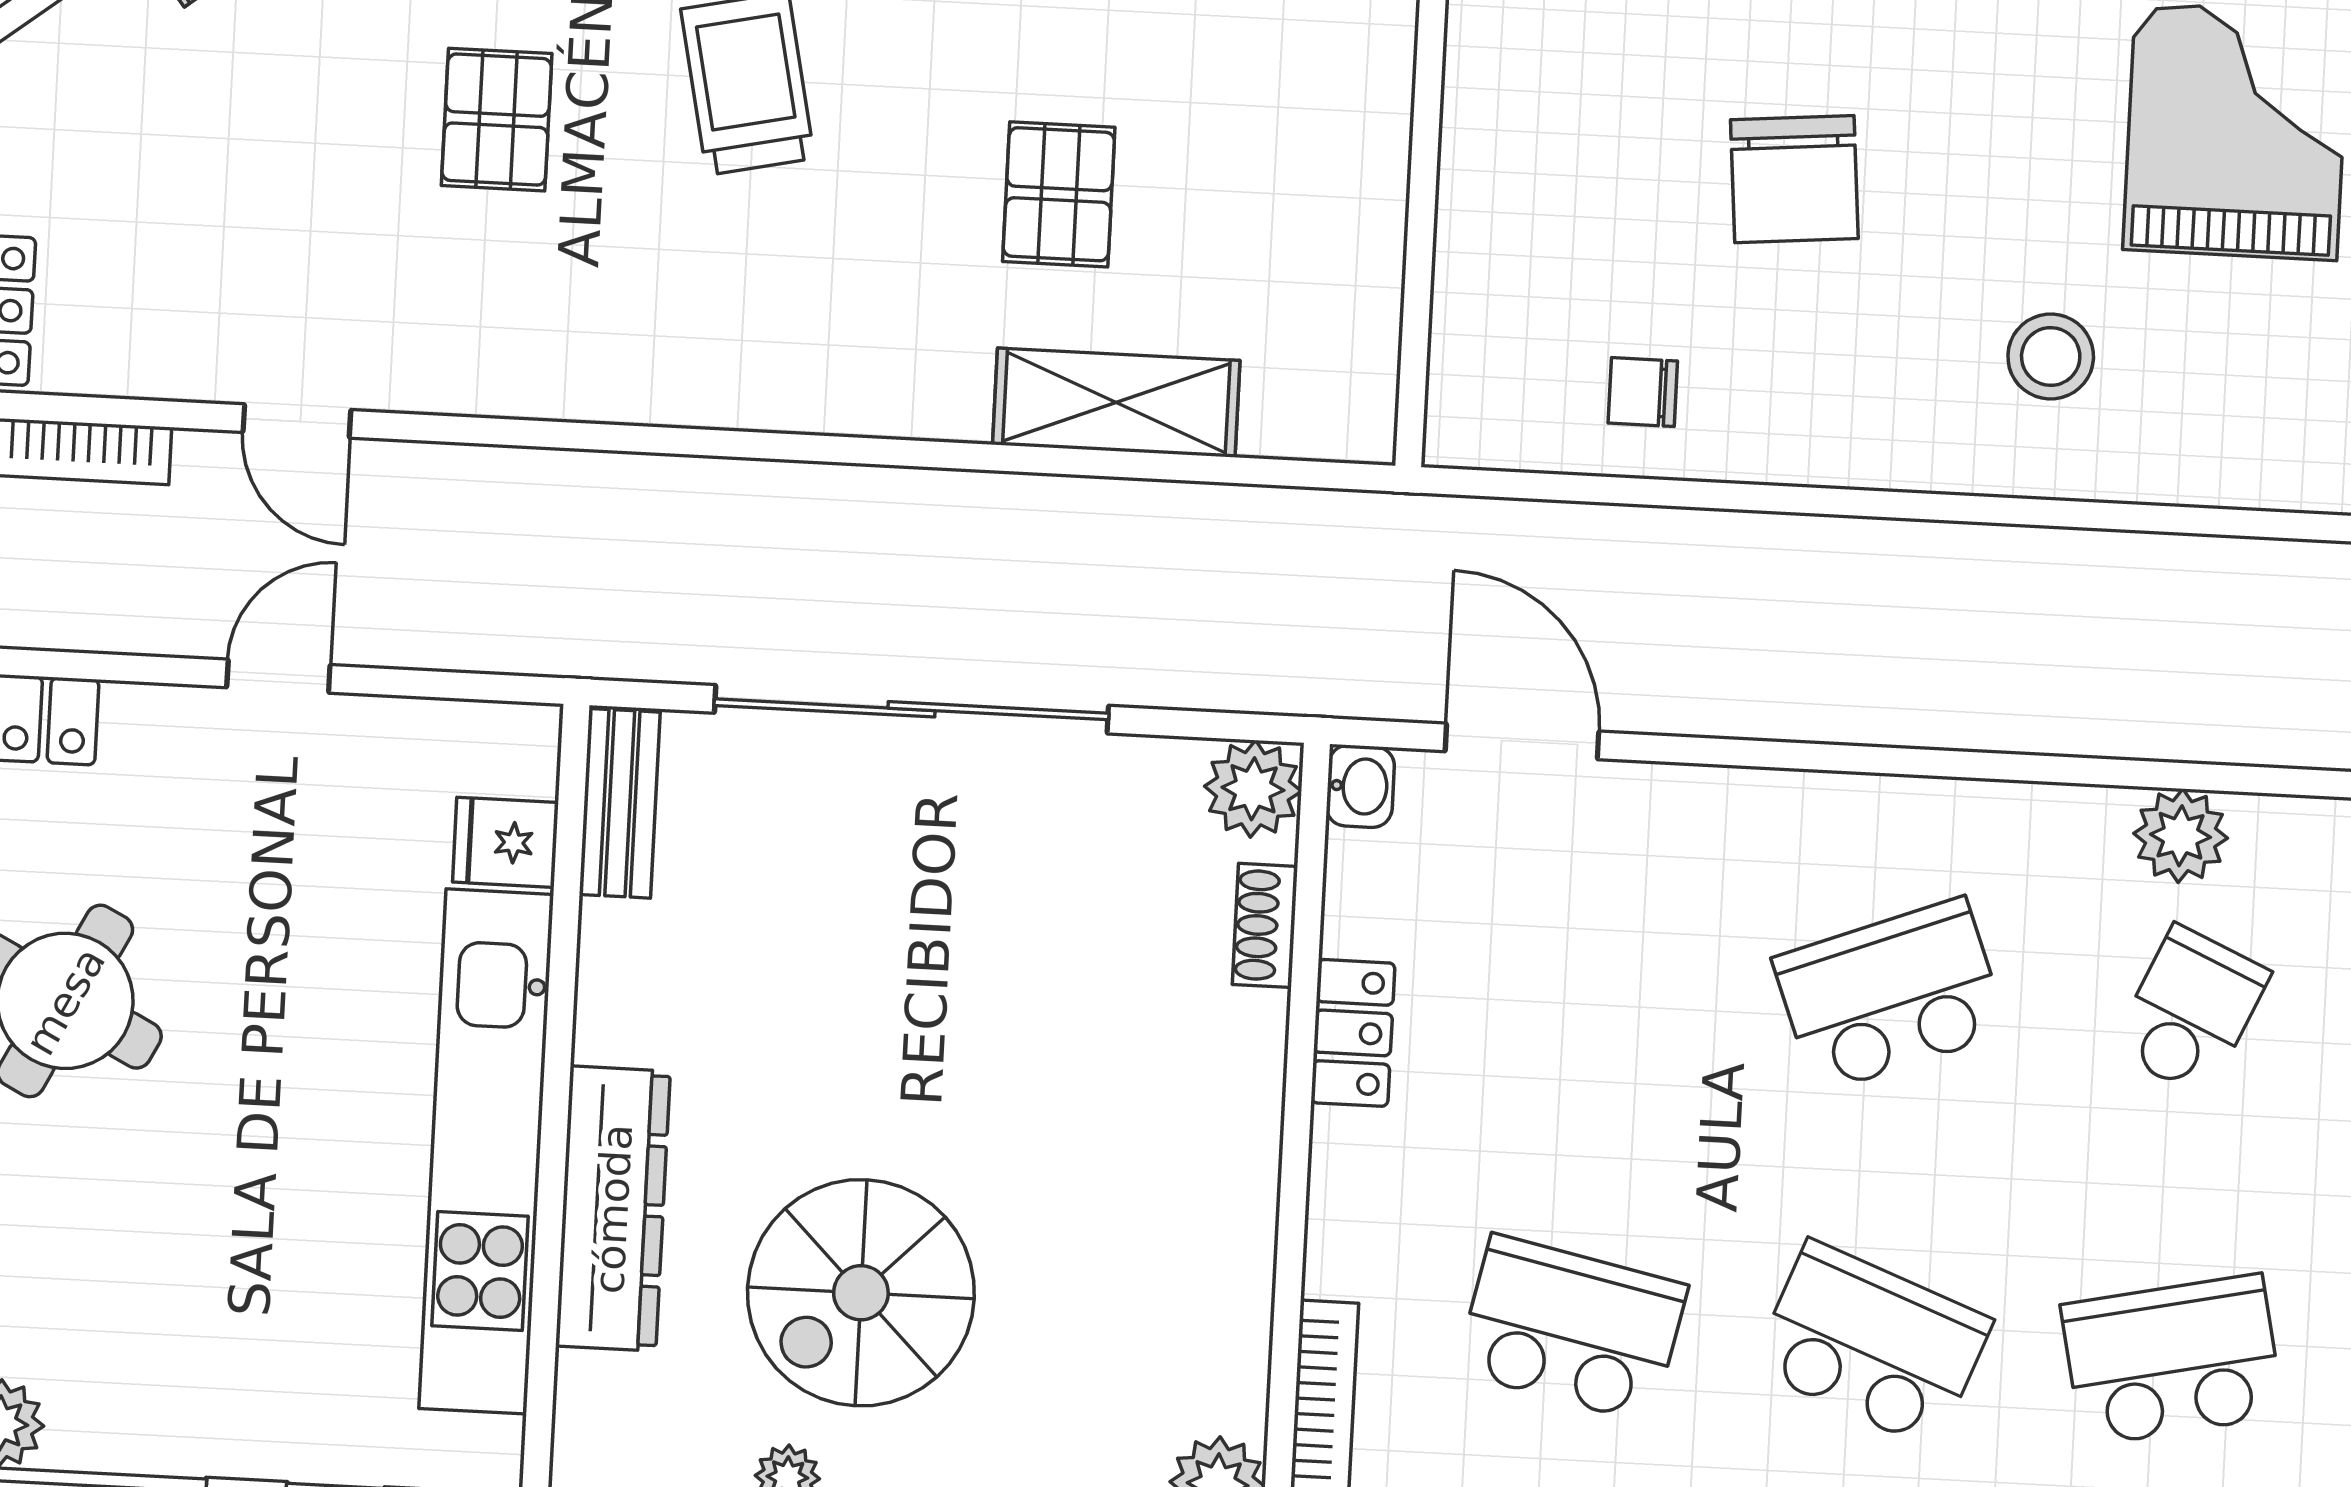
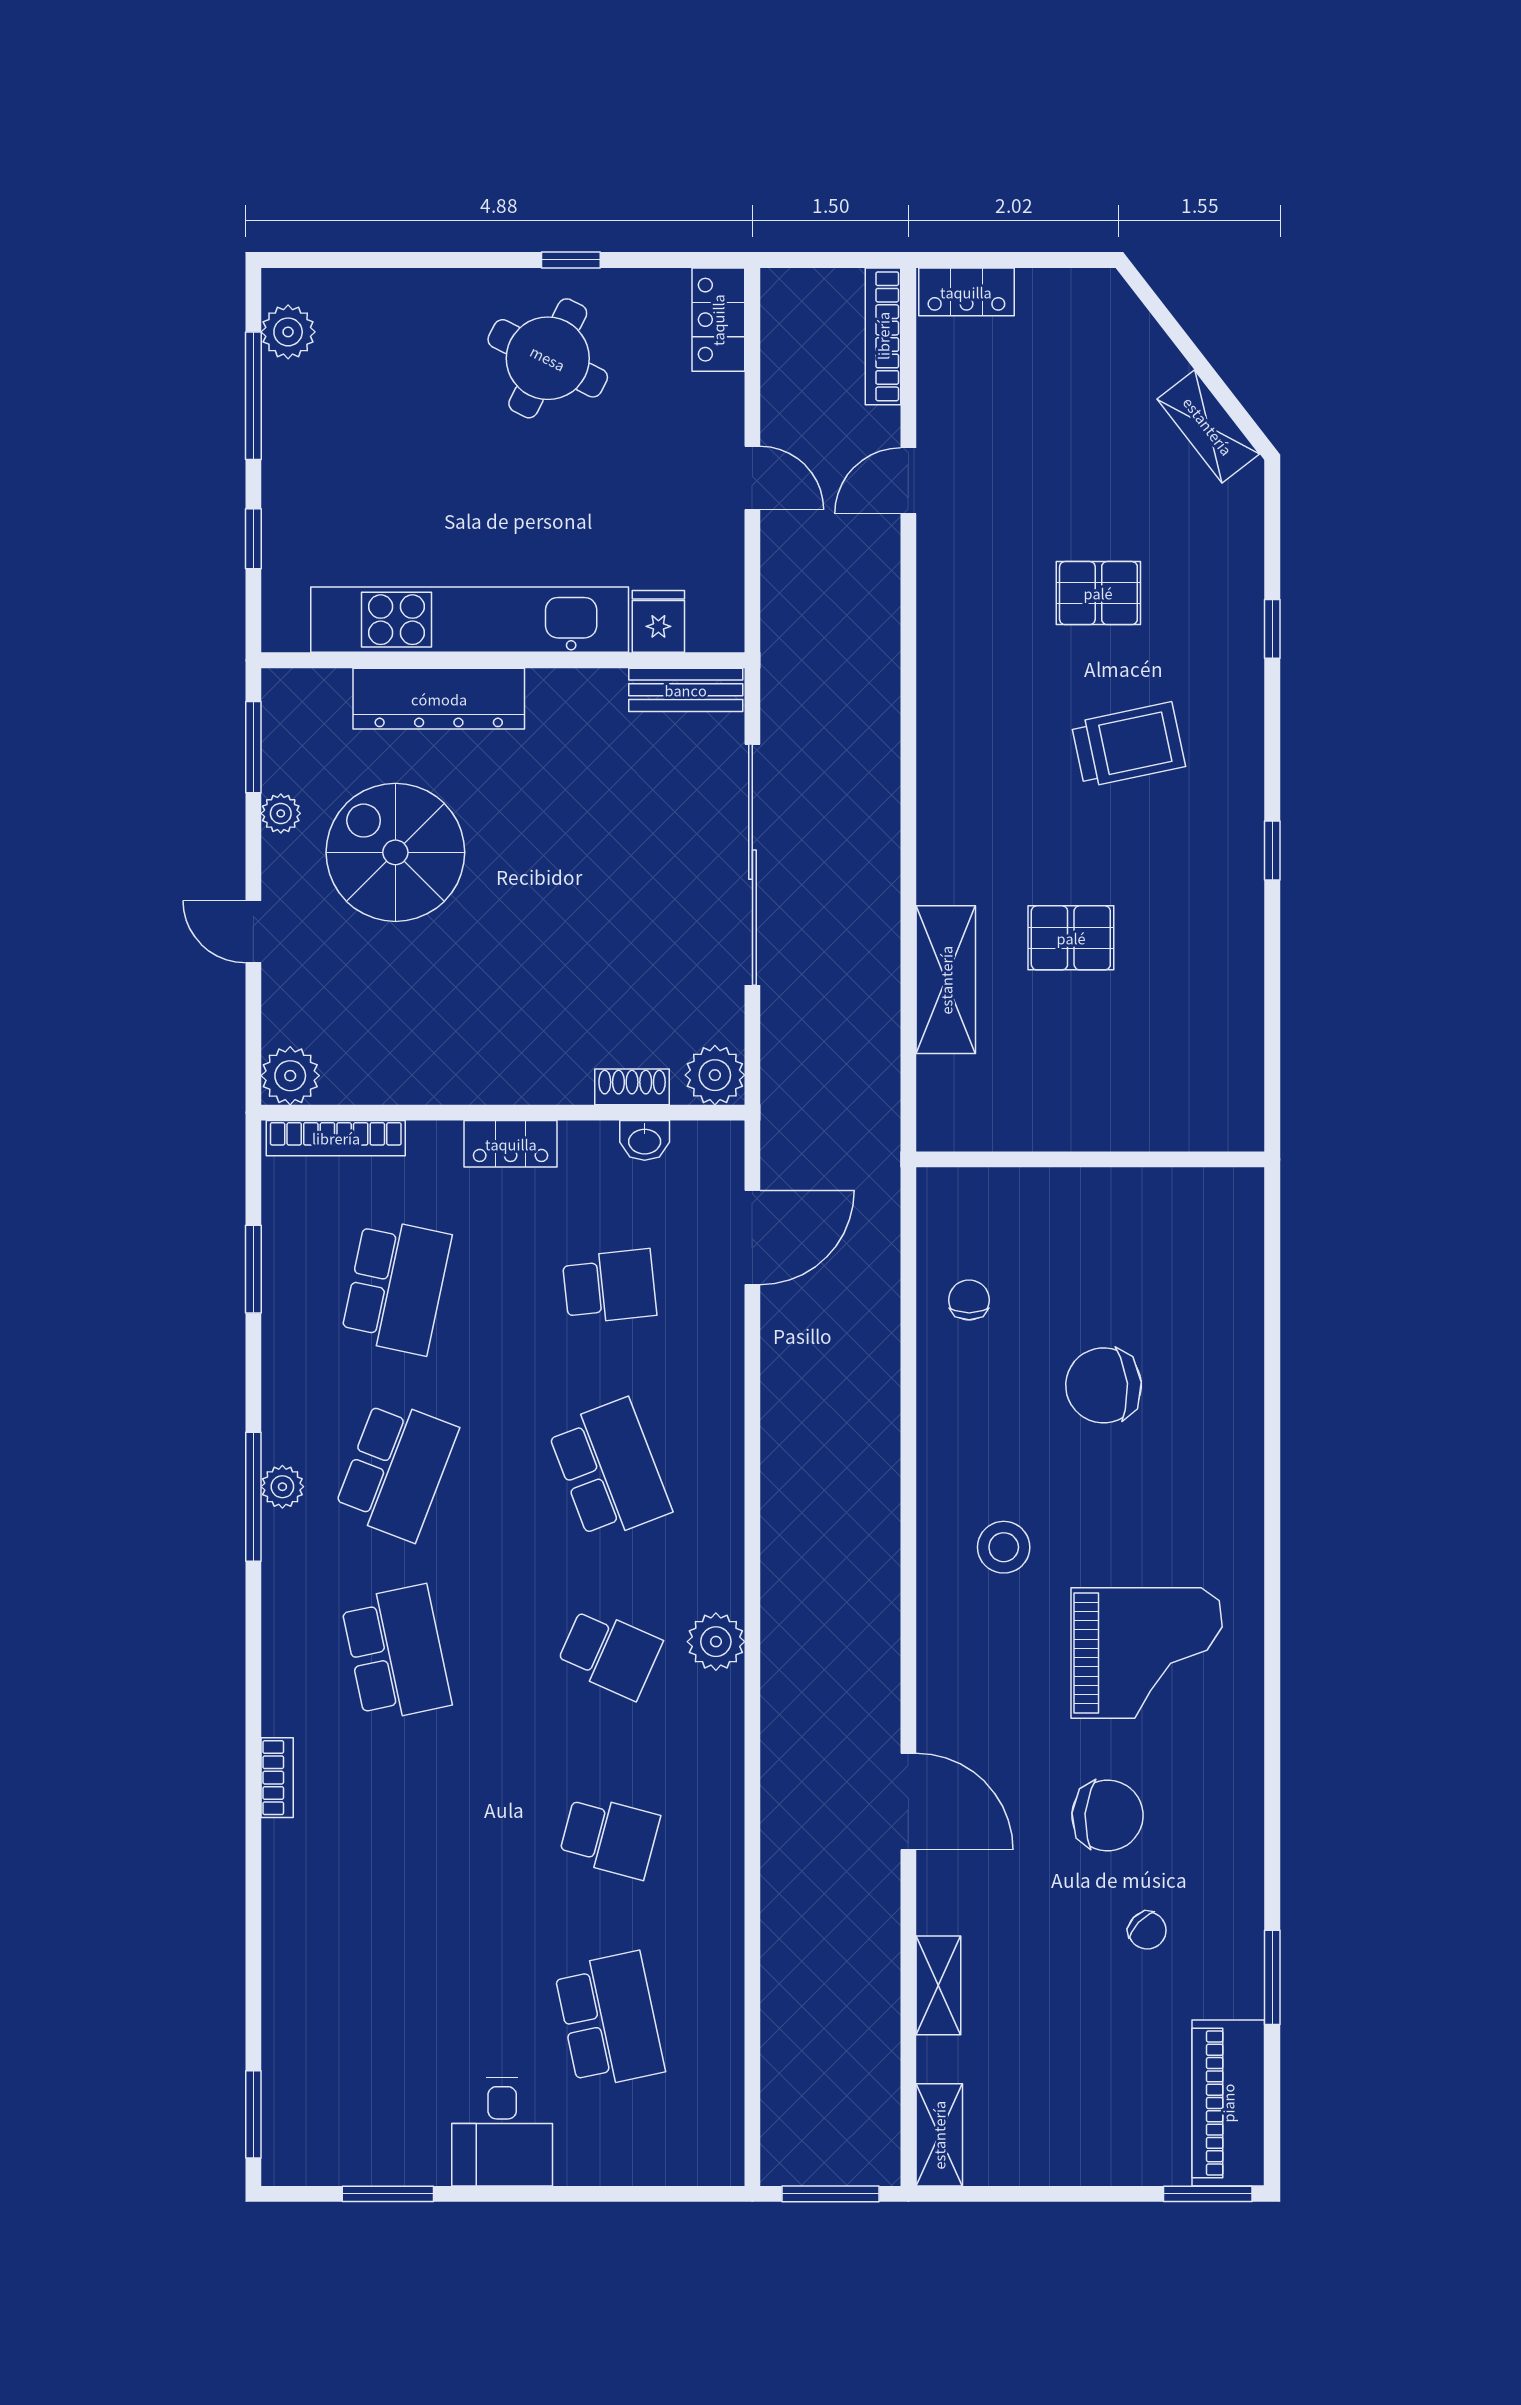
washbasin: (1360, 786) -> (645, 1140), moved
school desk: (1590, 980) -> (609, 1286), added
locker: (1353, 1033) -> (511, 1144), moved

